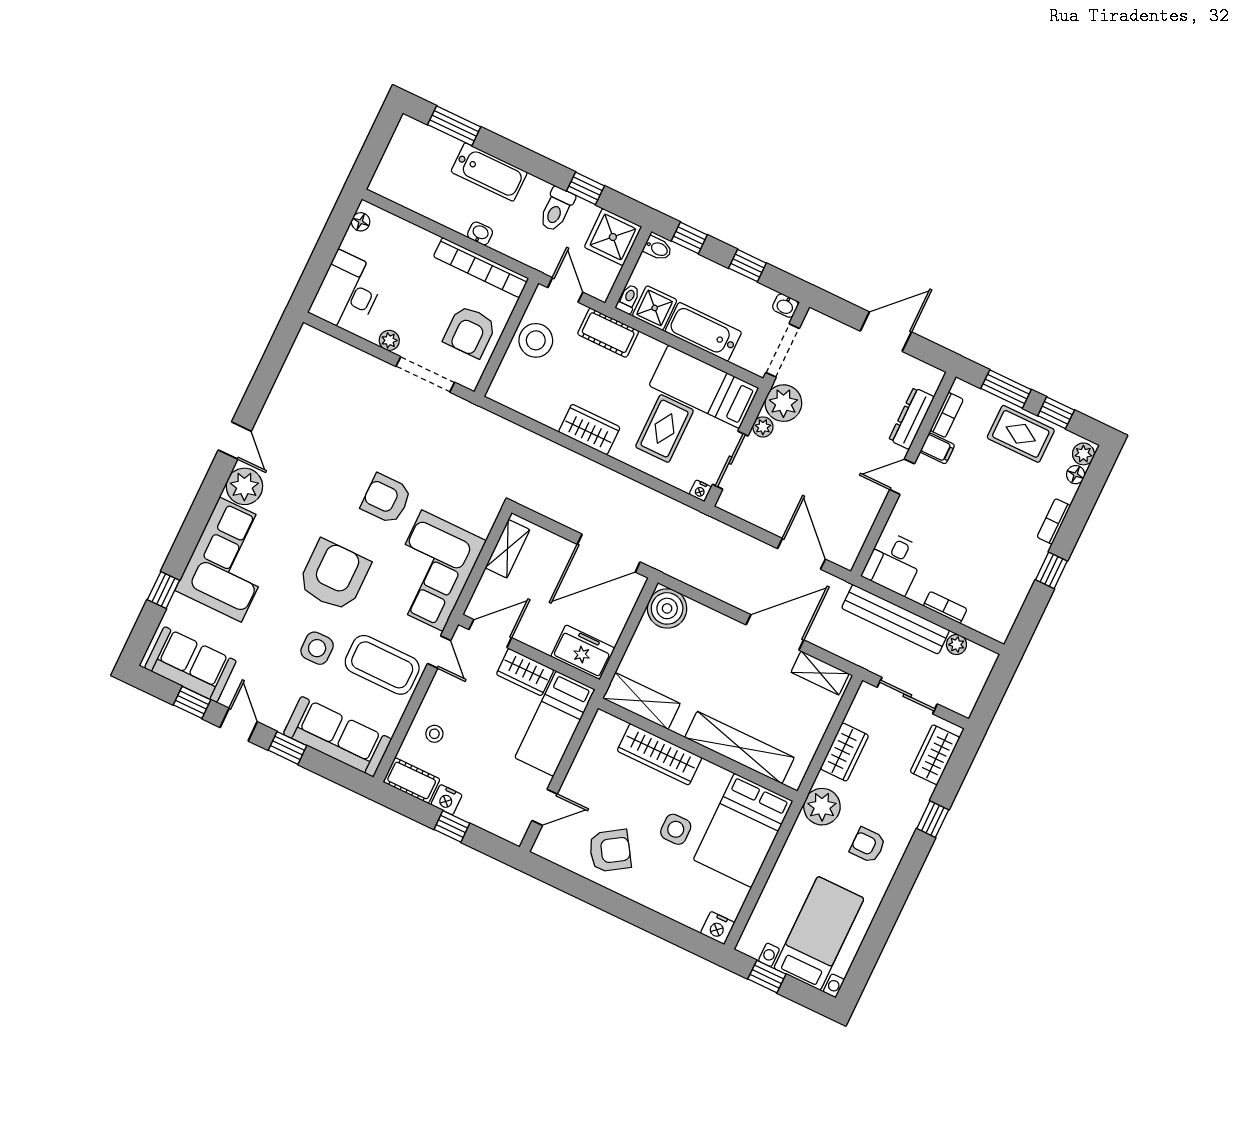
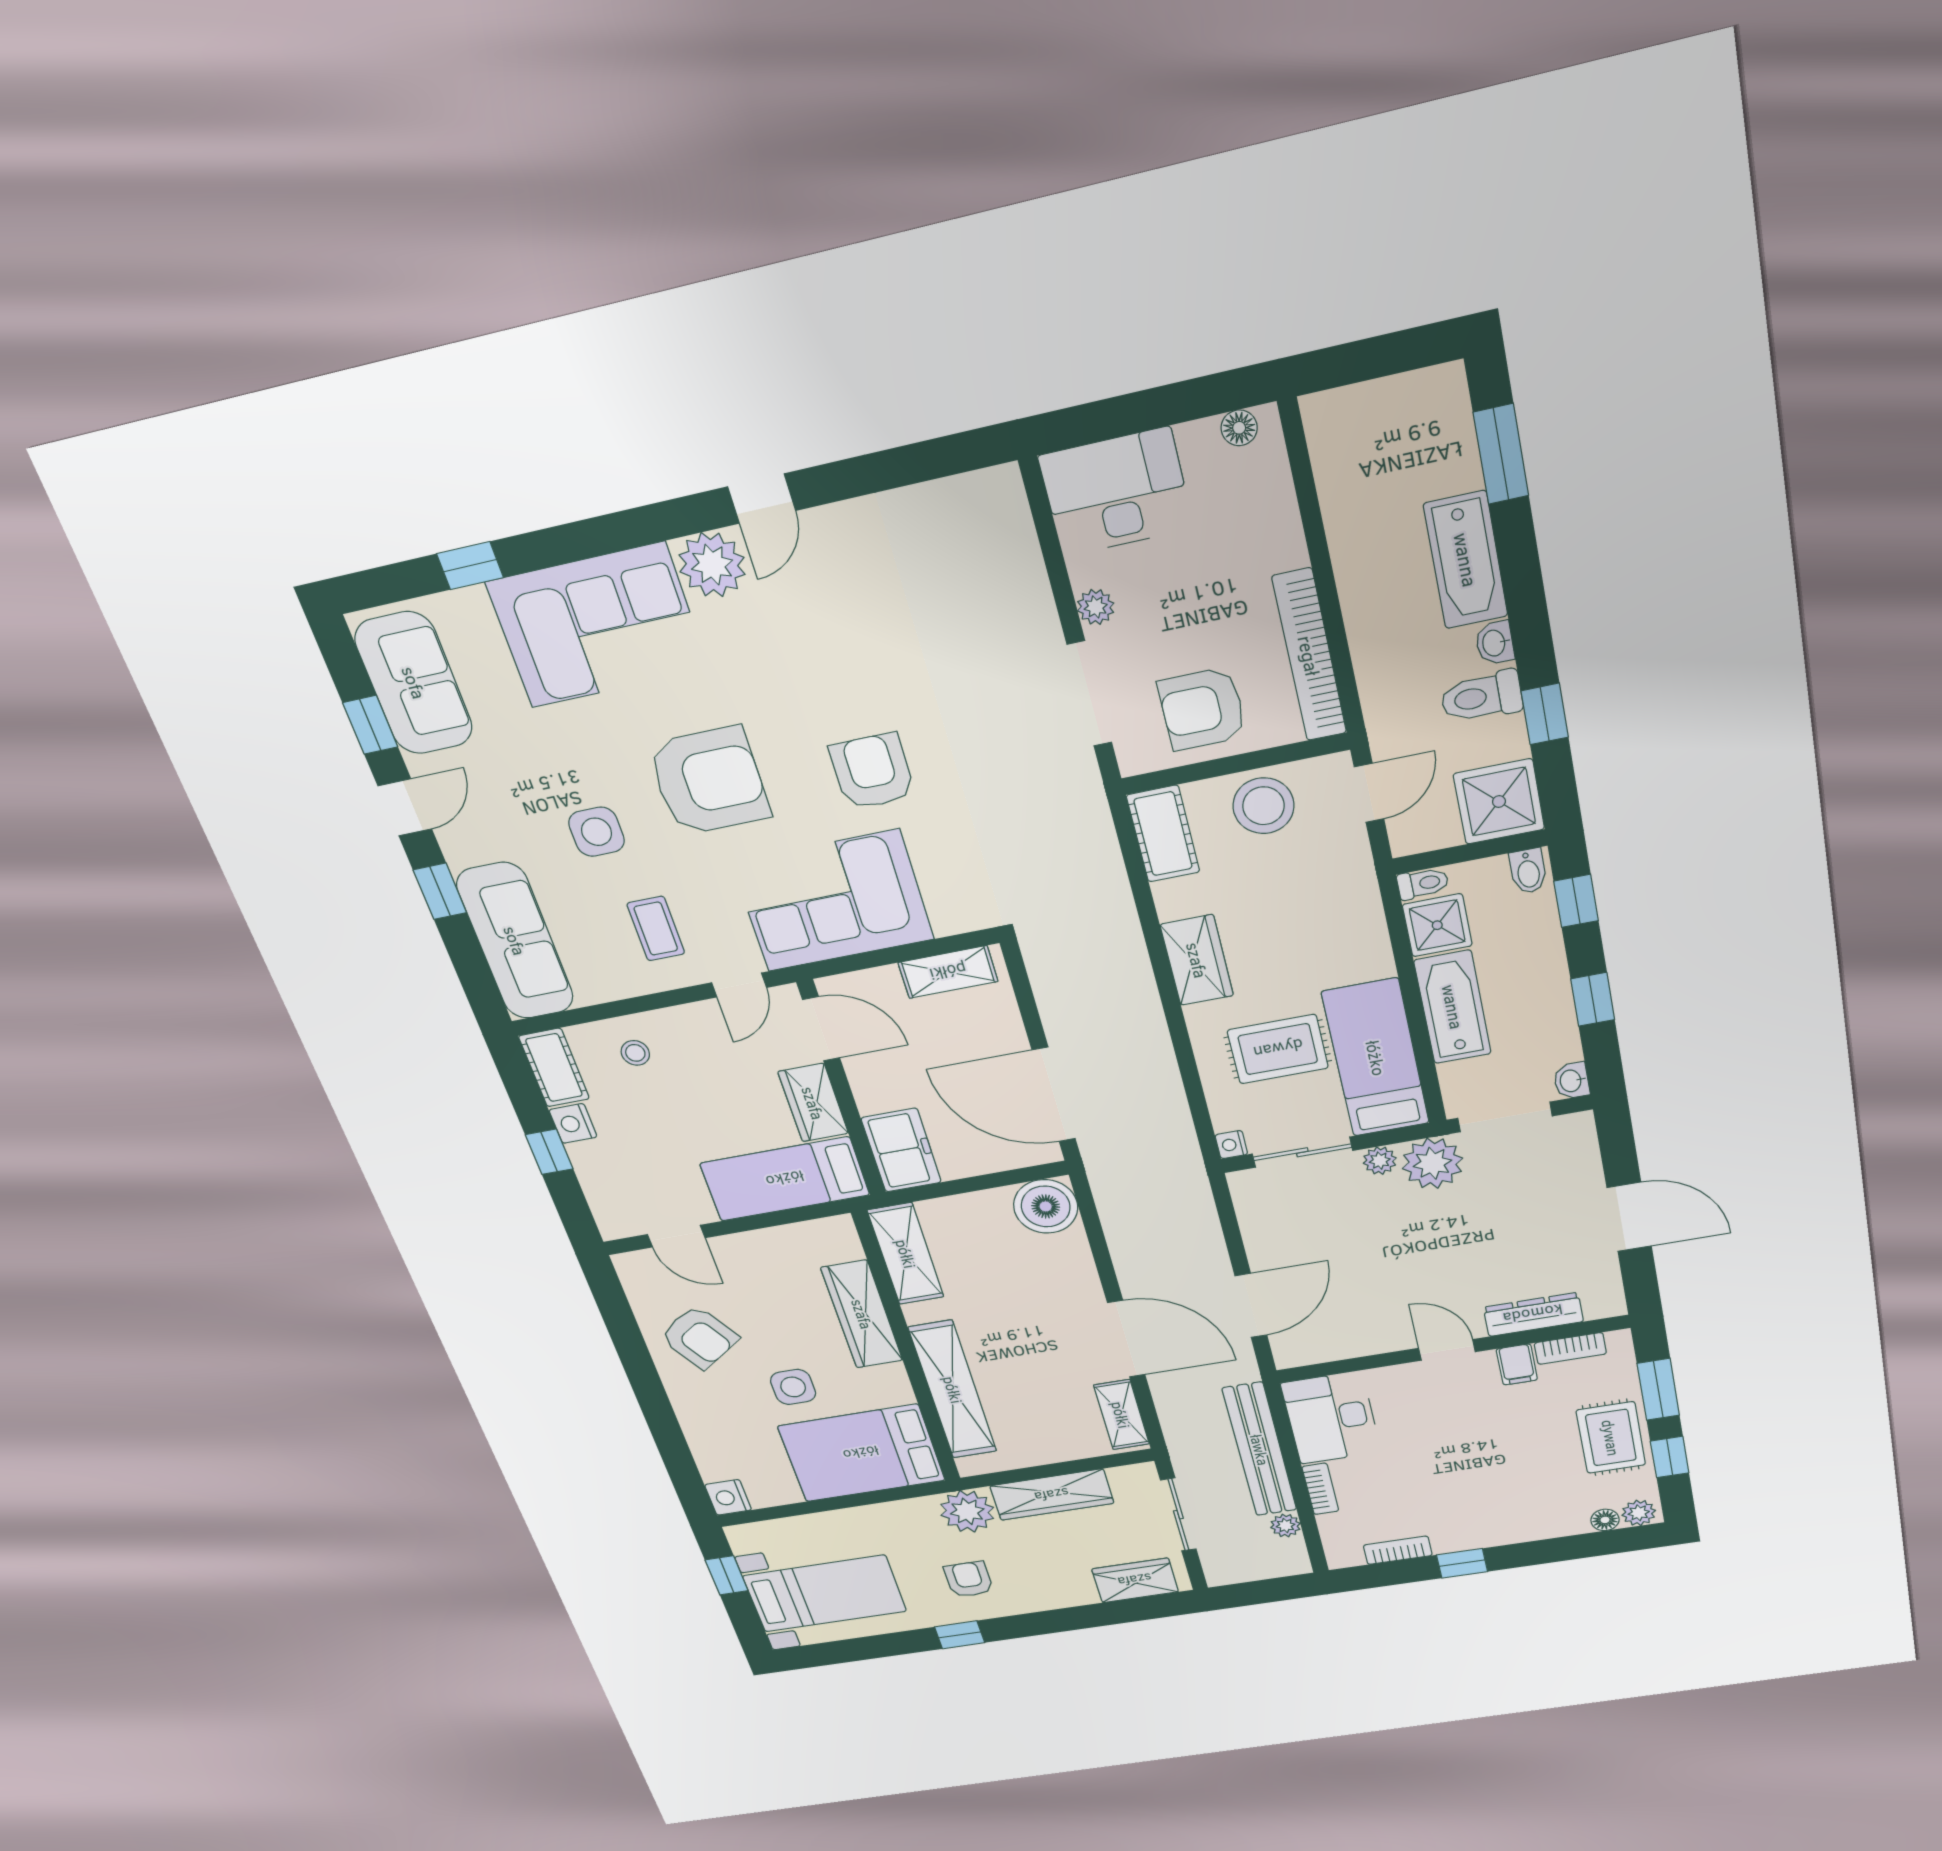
washbasin: (480, 233) -> (1495, 643), moved, turned 180
cot: (608, 333) -> (1163, 834), moved
bookcase: (1054, 521) -> (1398, 1550), moved
desk: (894, 563) -> (1331, 1418), width x1.37
coffee table: (382, 665) -> (656, 929), width x0.54, depth x0.58
wardrobe: (844, 752) -> (1052, 1495), width x1.50
window: (933, 819) -> (960, 1635), moved

